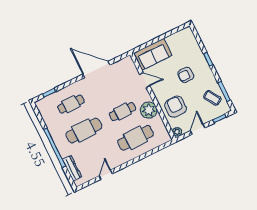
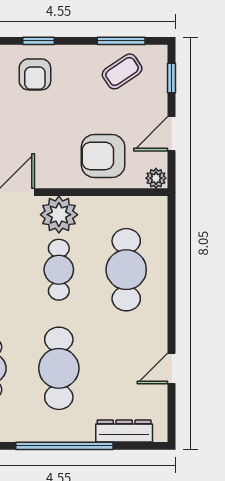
armchair: (186, 75) -> (35, 74), moved
plant: (149, 110) -> (59, 215), moved
door: (198, 129) -> (172, 134), hinge flipped
door: (106, 175) -> (172, 368), hinge flipped

